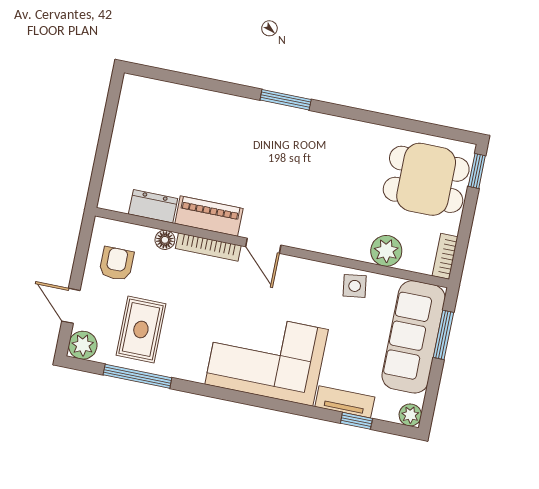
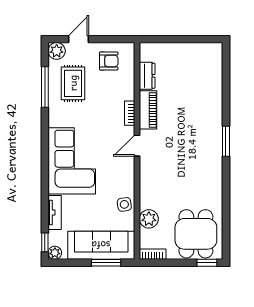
floor lamp: (165, 240) -> (129, 87), removed
bookcase: (208, 247) -> (130, 113), width x0.64
rug: (141, 329) -> (73, 83), turned 90
window: (356, 421) -> (45, 242), moved

